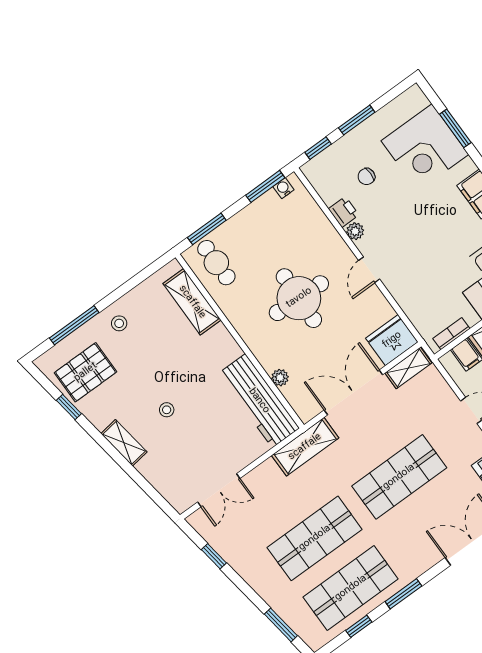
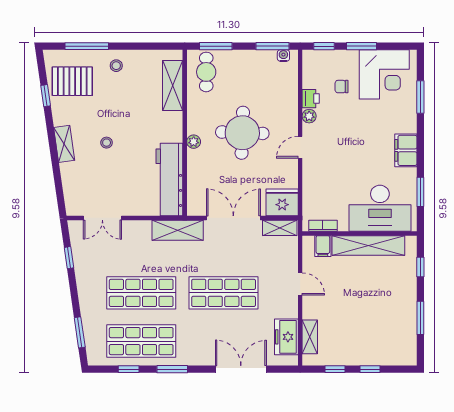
corner desk: (425, 148) -> (384, 74), moved, turned -90
plant: (280, 378) -> (194, 142), moved

